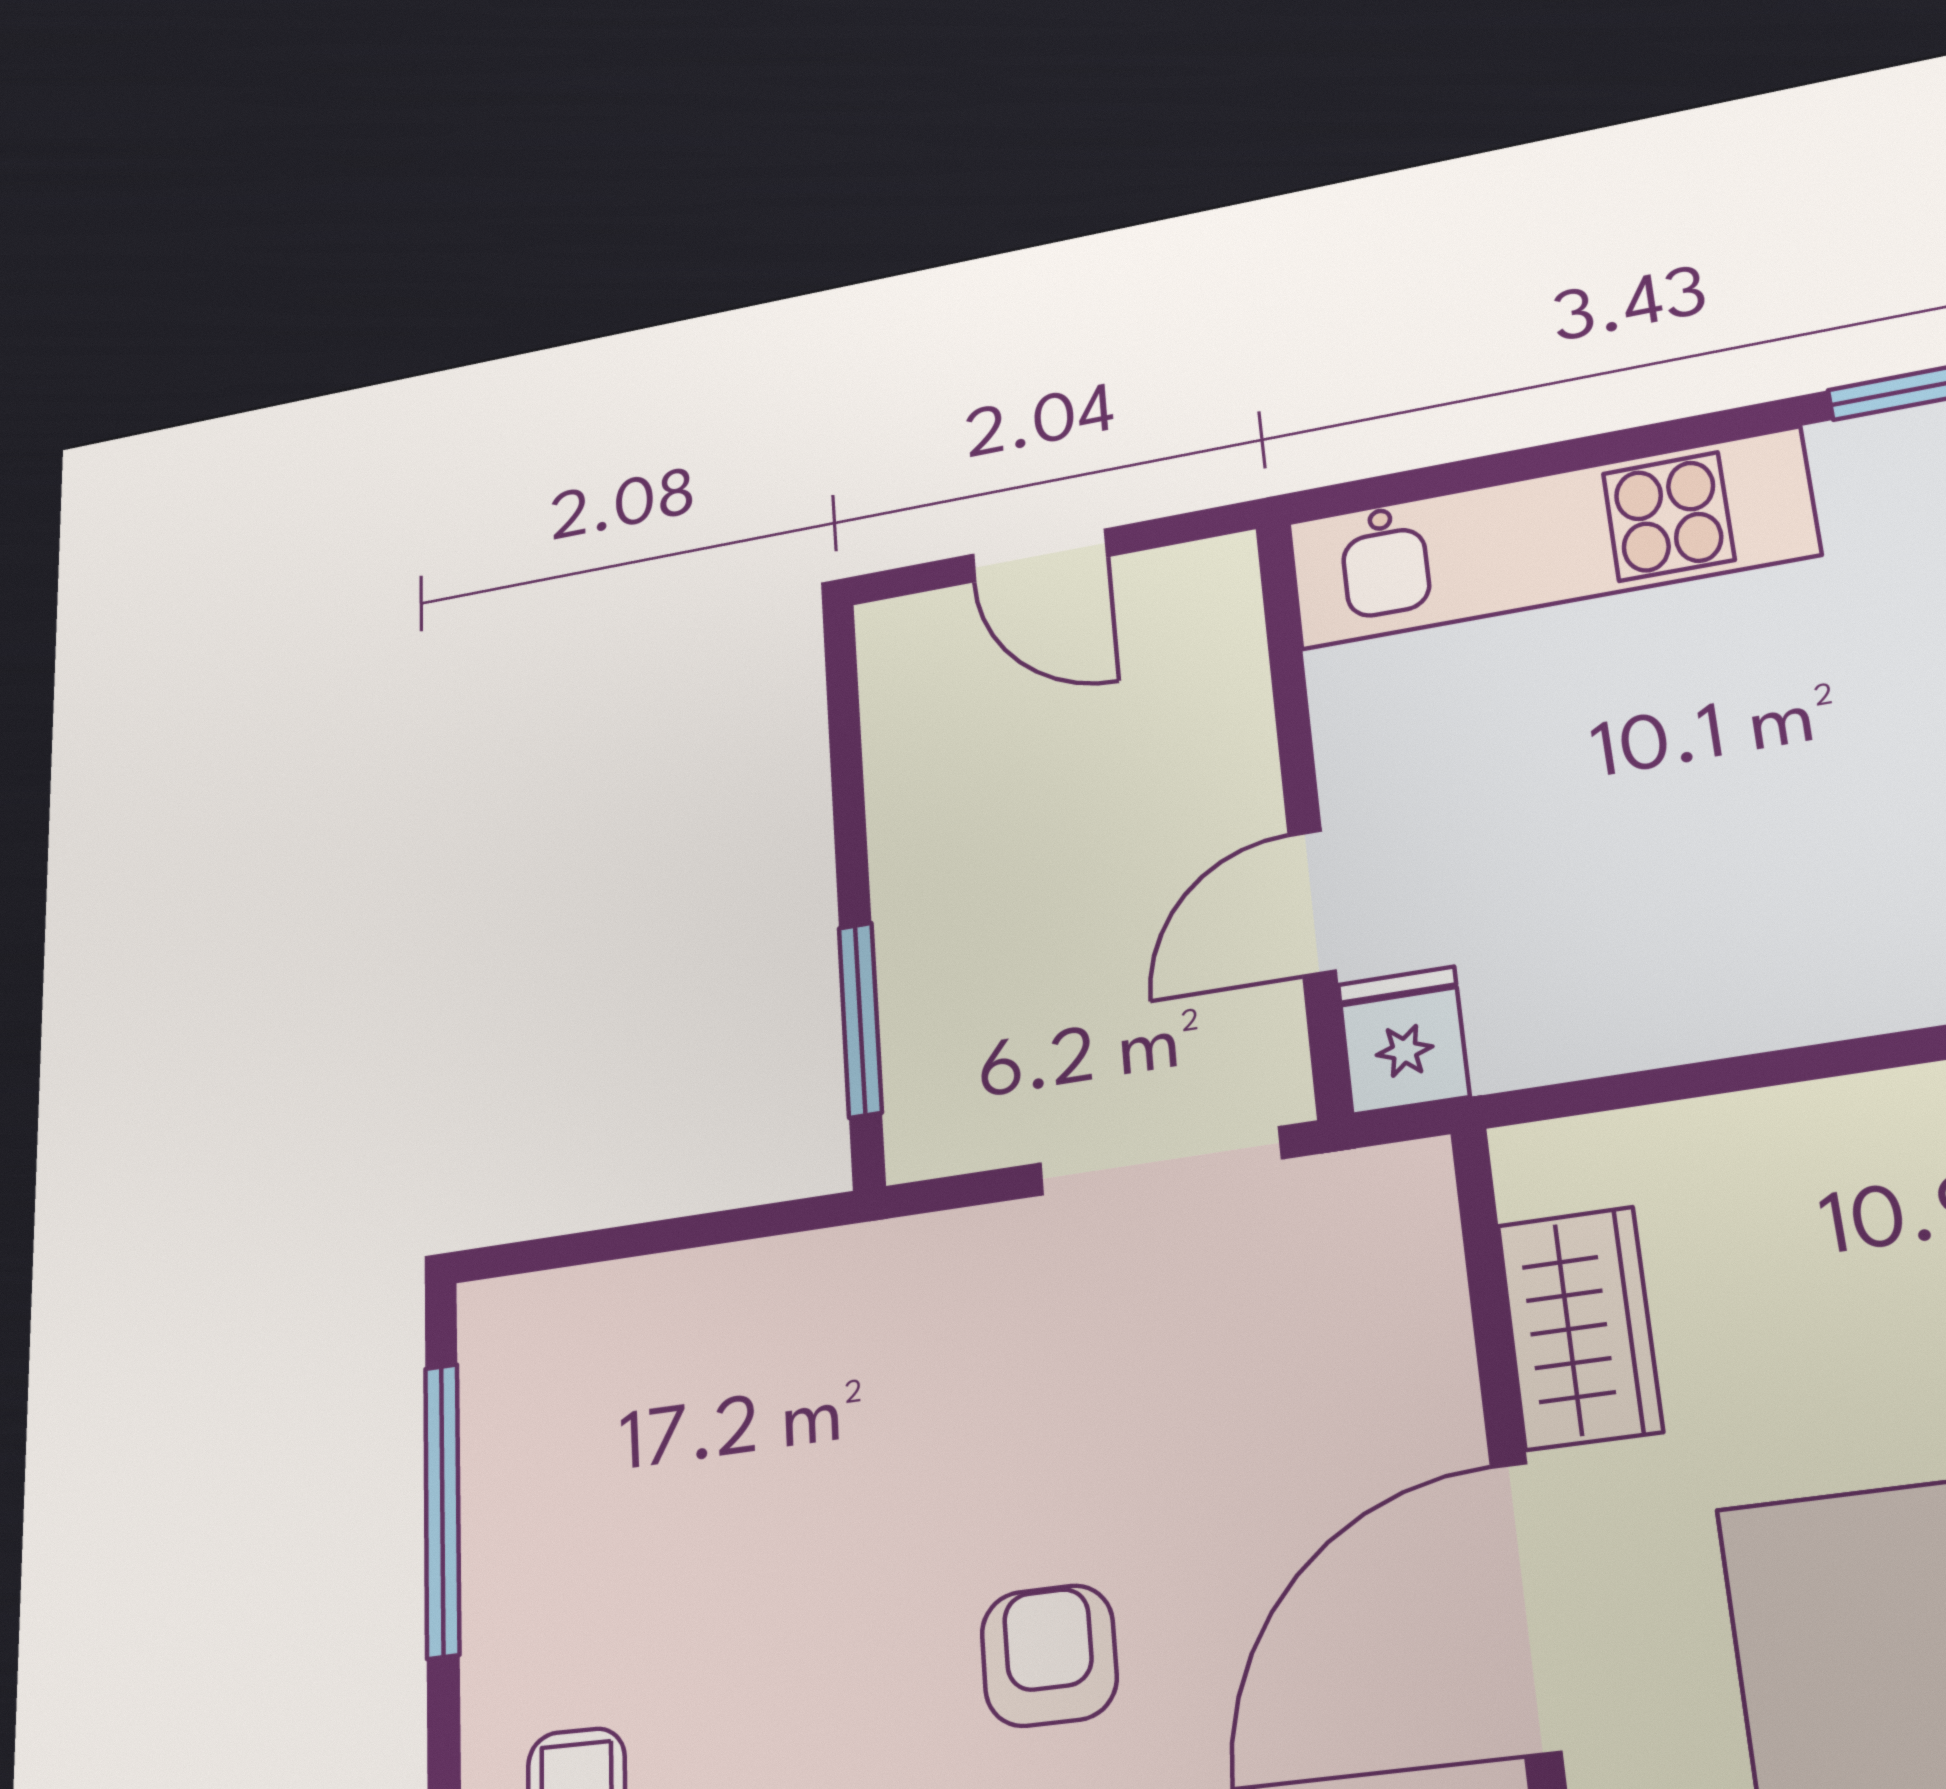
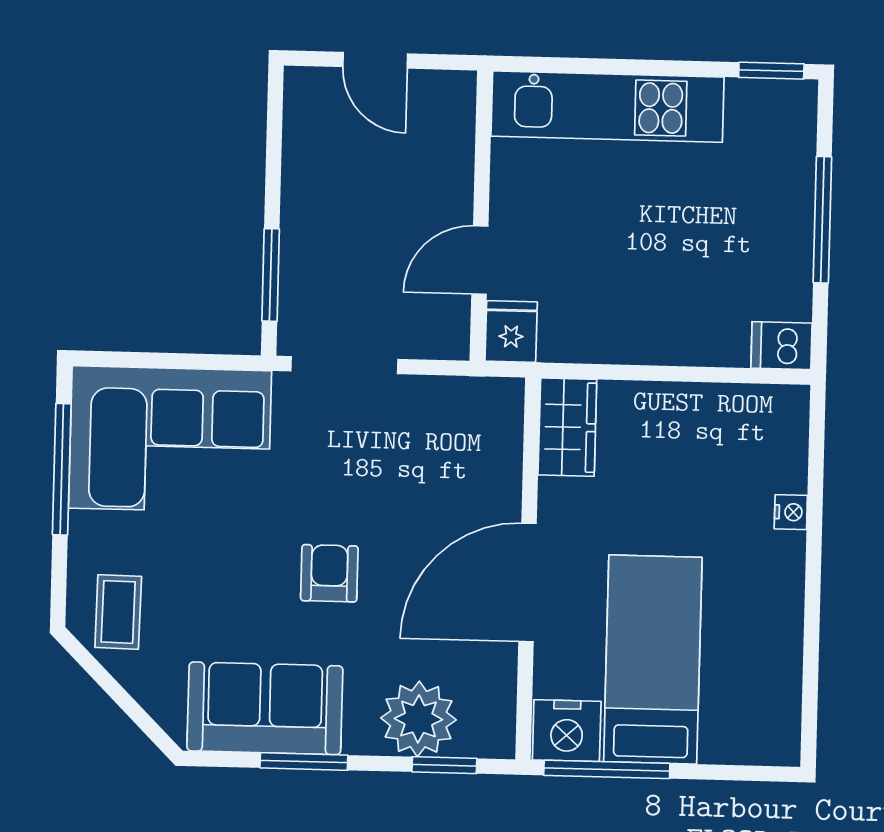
doorway: (1160, 1161) -> (344, 365), moved
wardrobe: (1579, 1328) -> (567, 427), moved
corner sofa: (670, 1406) -> (170, 439), added

